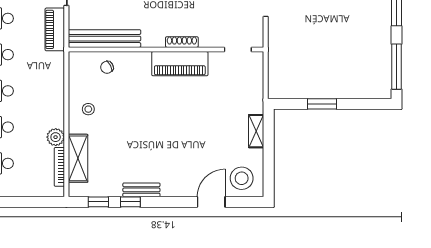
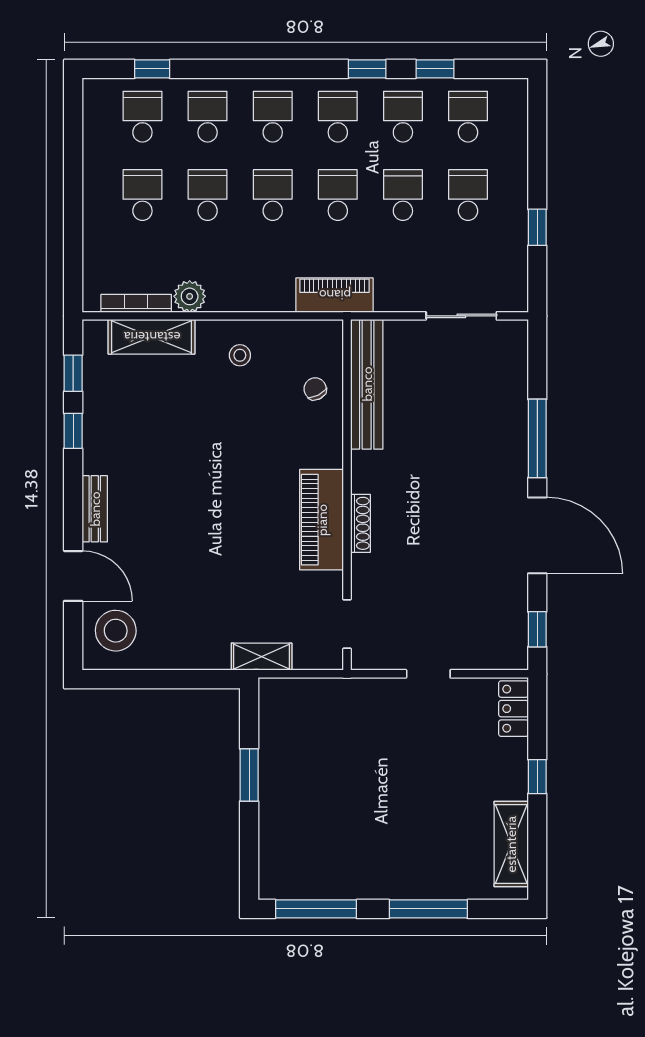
piano: (55, 29) -> (335, 295), moved
shelving: (256, 131) -> (262, 657), moved
bench: (141, 190) -> (95, 509), moved

